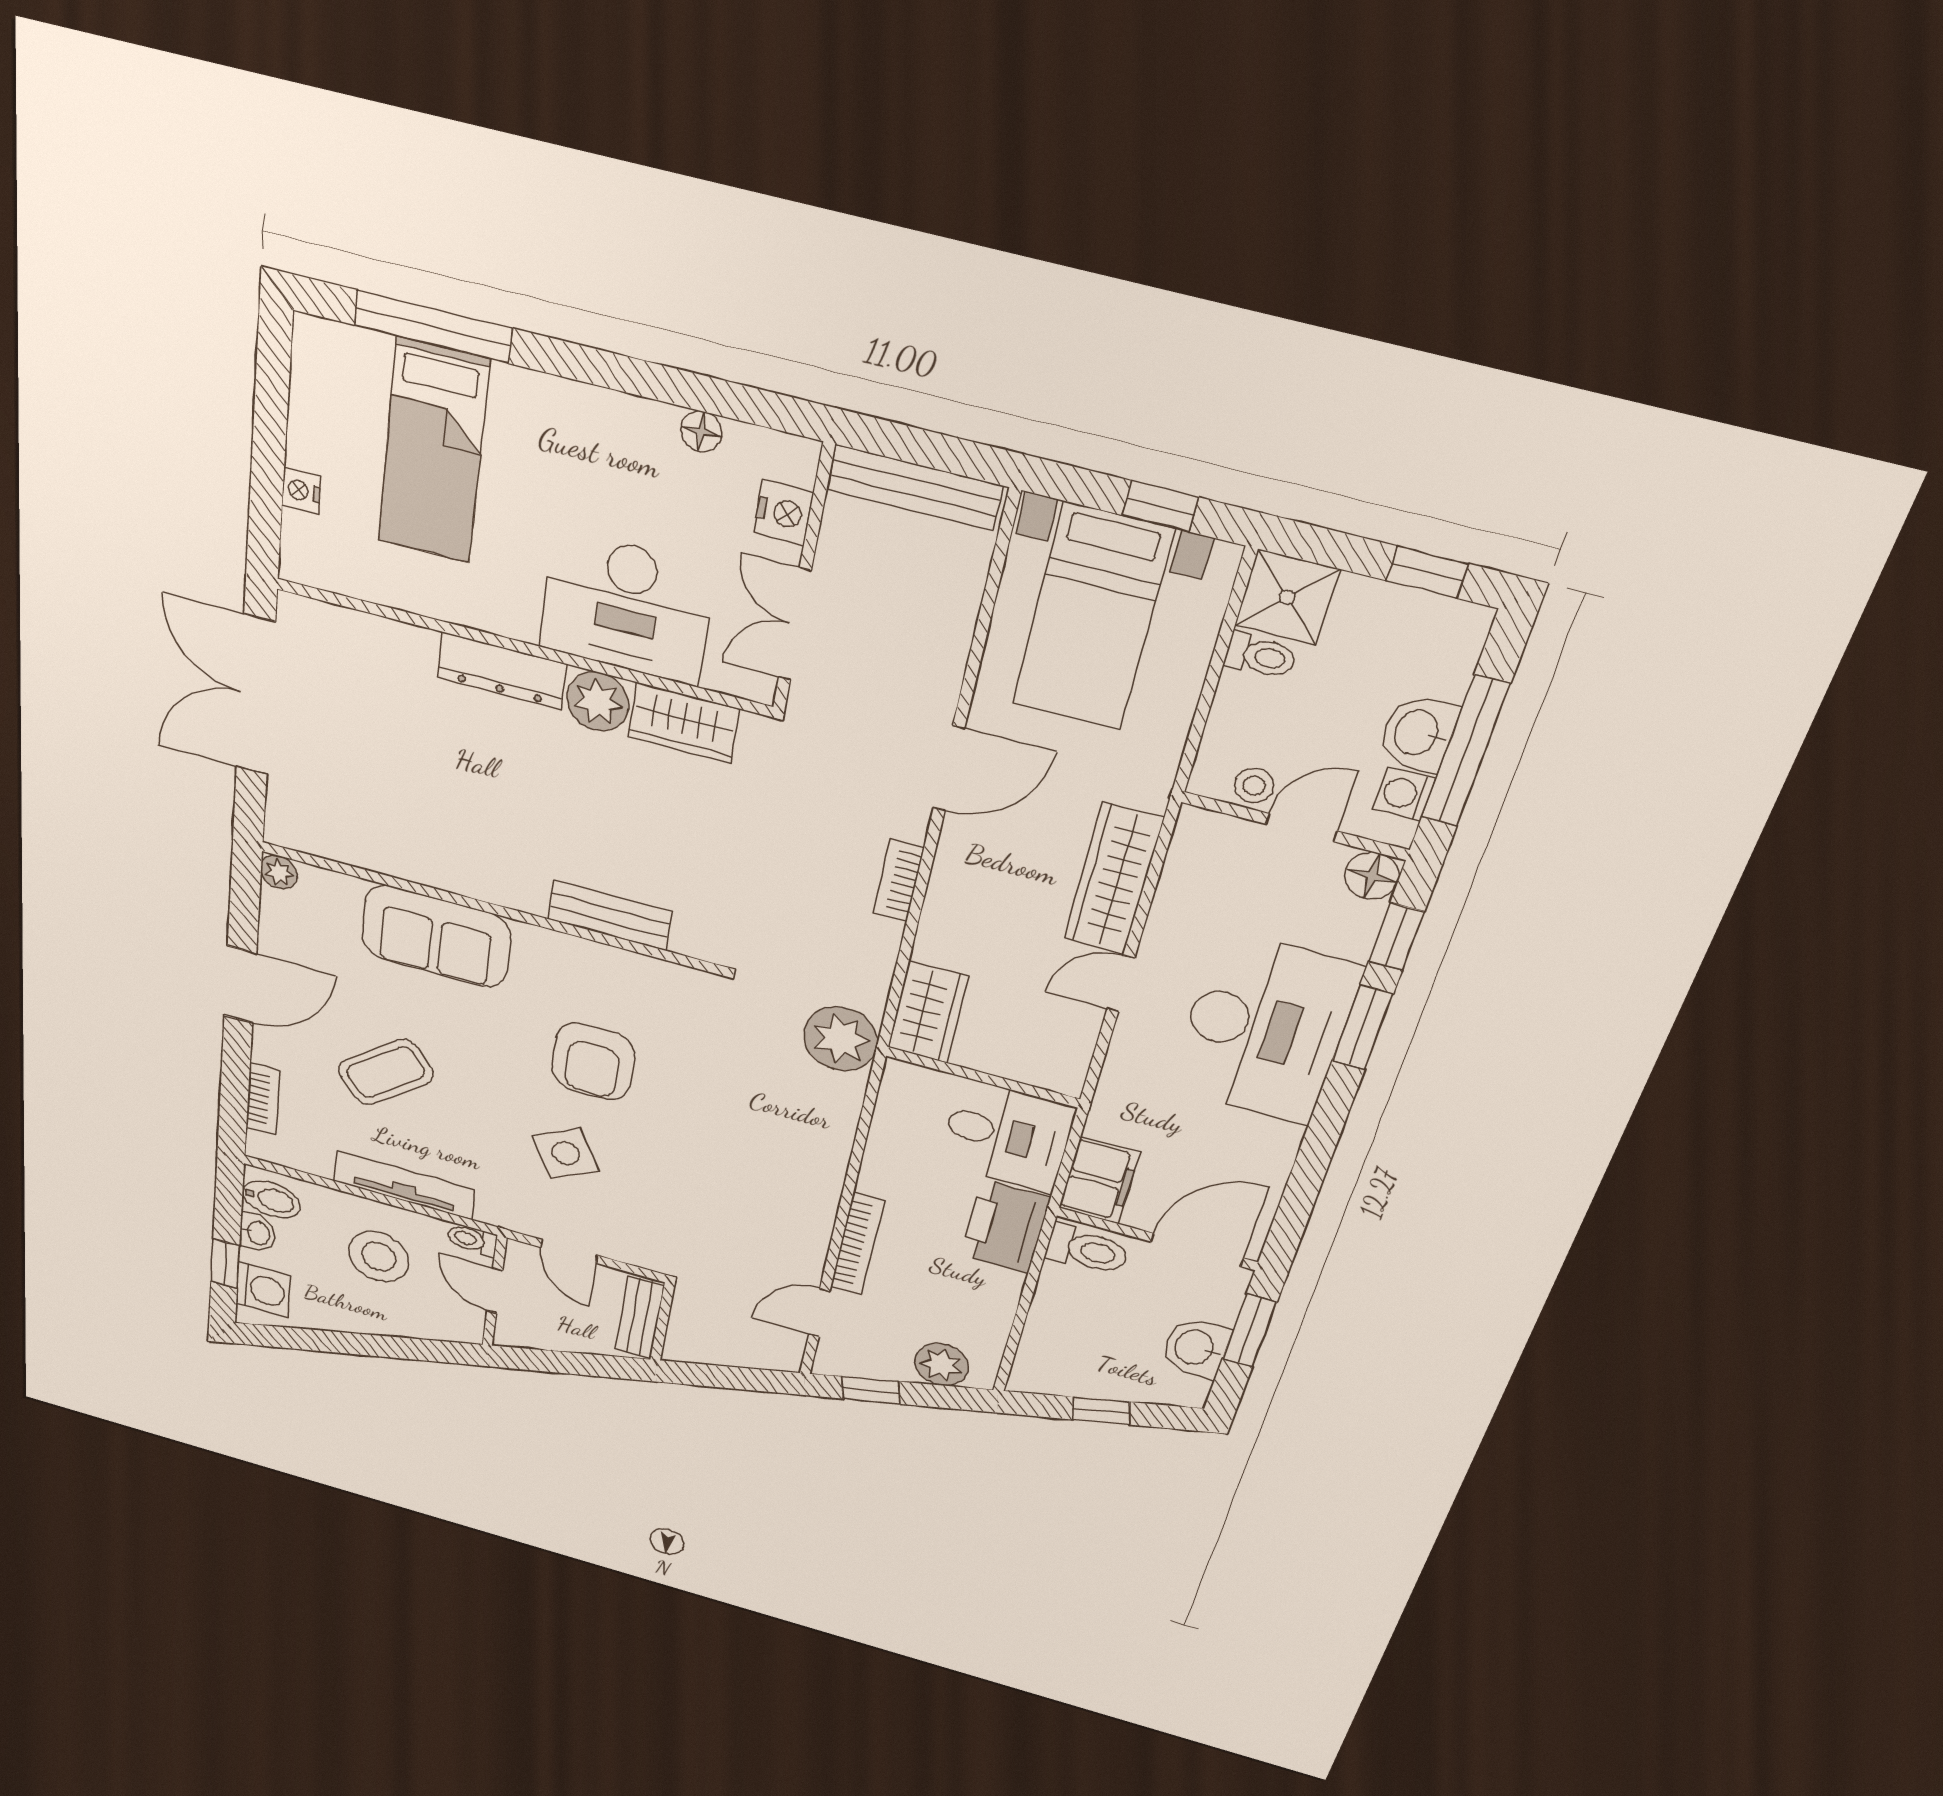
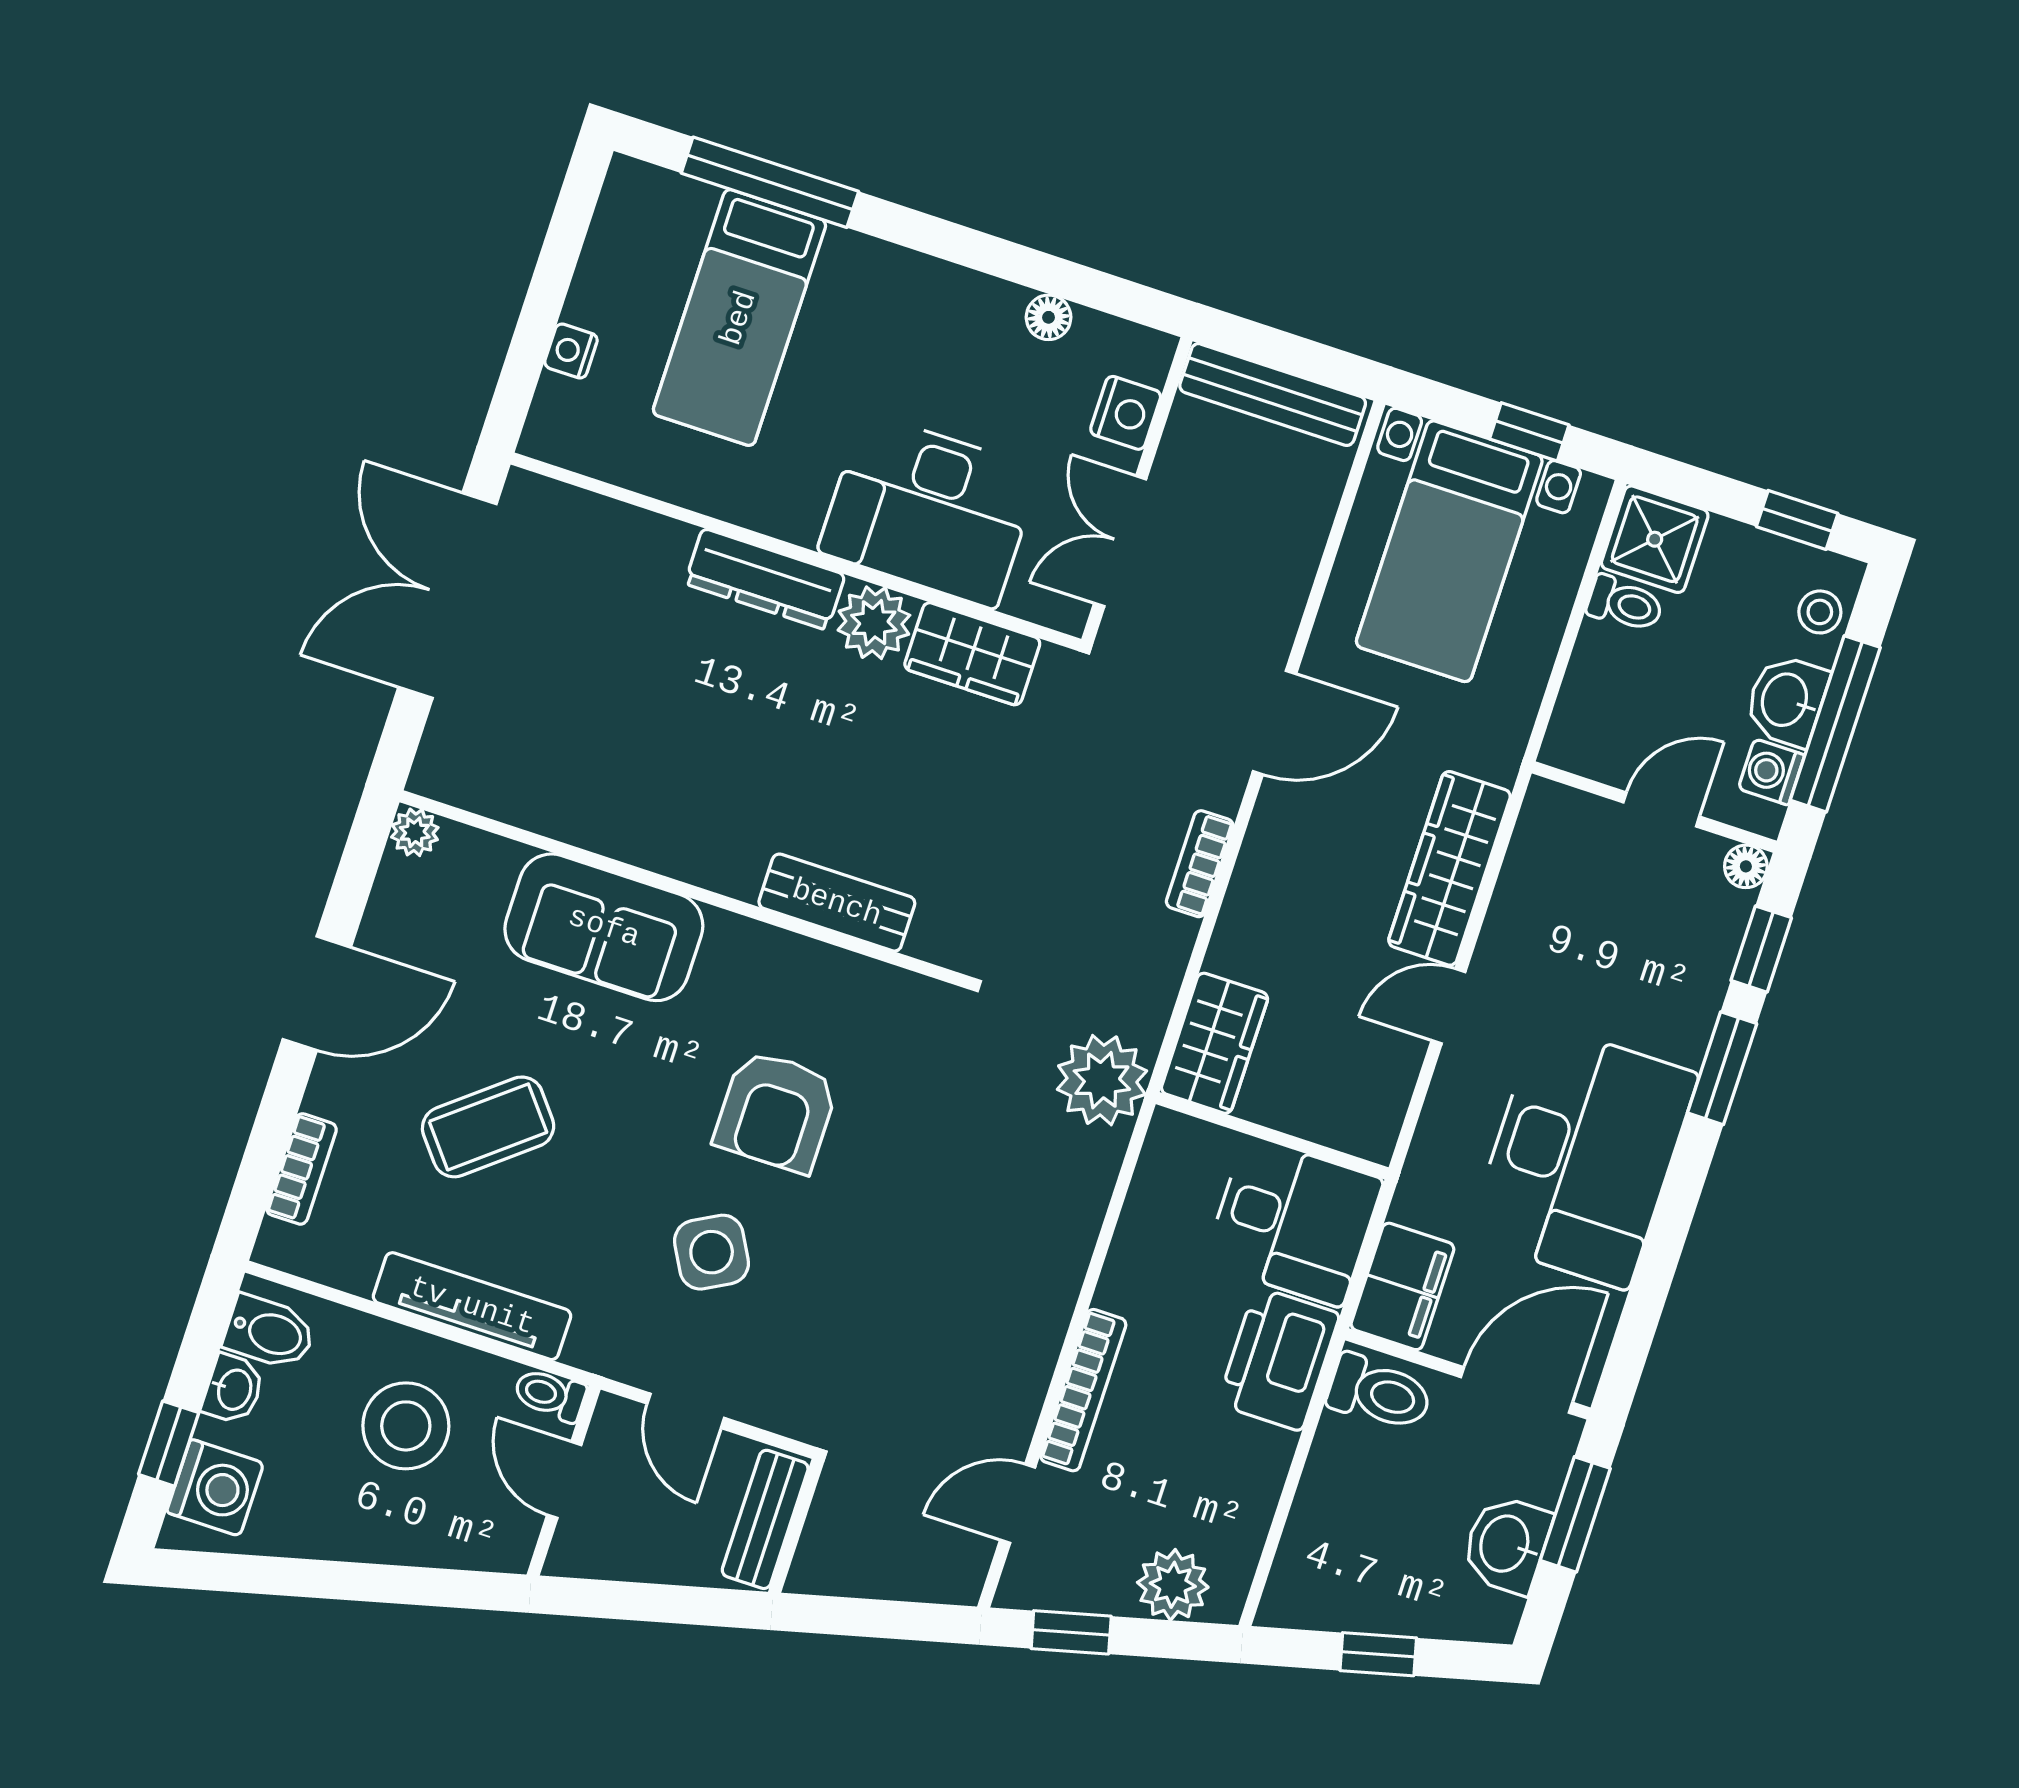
stool: (1254, 785) -> (1820, 612), moved
floor lamp: (1372, 876) -> (1746, 866), width x0.73, depth x0.73
desk: (1265, 1029) -> (1583, 1156), moved

